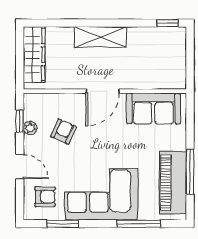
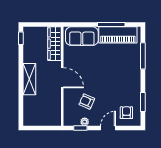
wardrobe: (34, 55) -> (55, 44), moved, turned -90
sofa: (154, 108) -> (82, 36), moved, turned 90
corner sofa: (101, 194) -> (125, 78), removed

